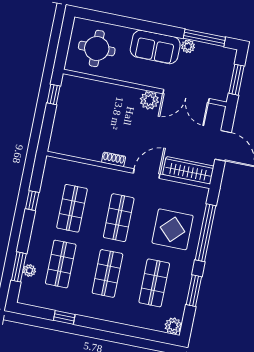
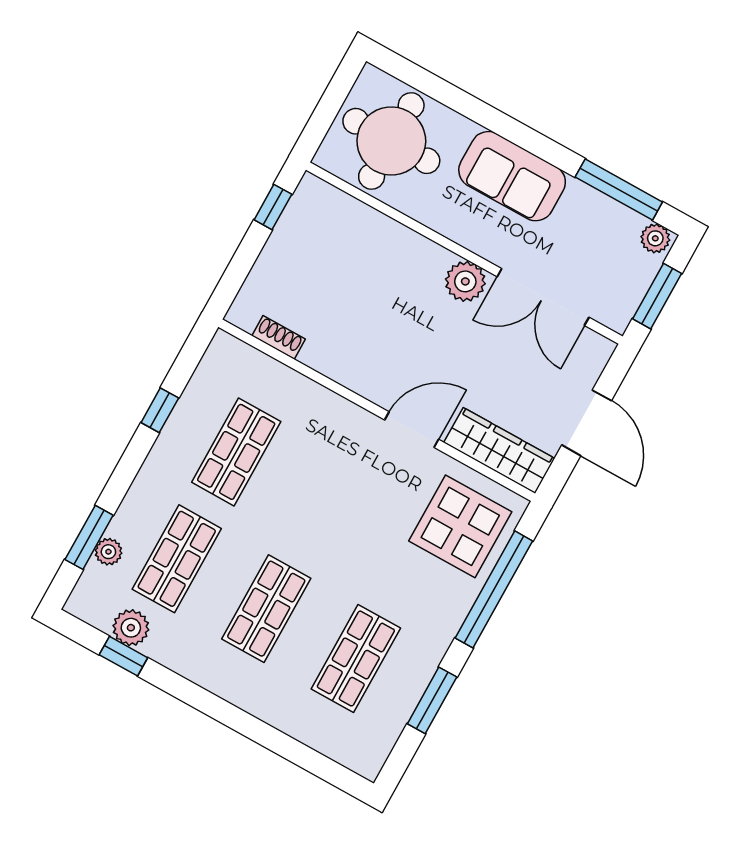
plant: (188, 46) -> (655, 238), moved
round table: (97, 48) -> (391, 141), width x1.36, depth x1.36
shoe rack: (114, 159) -> (279, 337), moved
shop shelf: (119, 218) -> (326, 502), removed
display table: (173, 229) -> (460, 526), moved
window: (64, 317) -> (123, 656), moved
plant: (173, 326) -> (131, 628), moved

